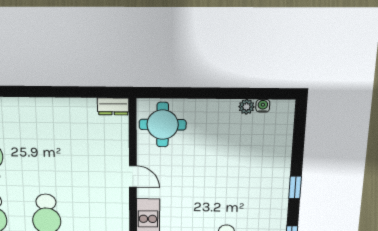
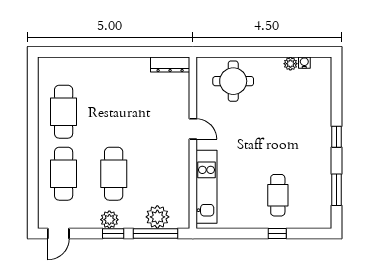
dresser: (113, 106) -> (170, 65), width x1.44
round table: (163, 125) -> (233, 81), moved

